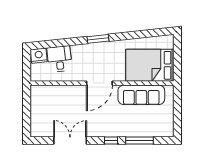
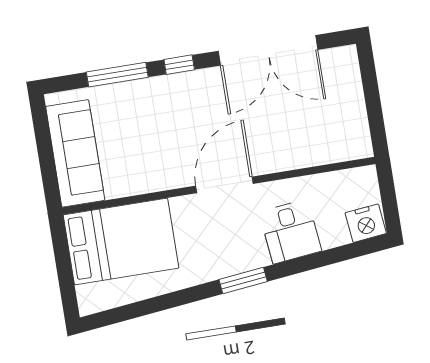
desk: (59, 59) -> (290, 232), moved
sofa: (141, 95) -> (75, 153), moved, turned 90
double door: (70, 140) -> (268, 50), width x1.36

